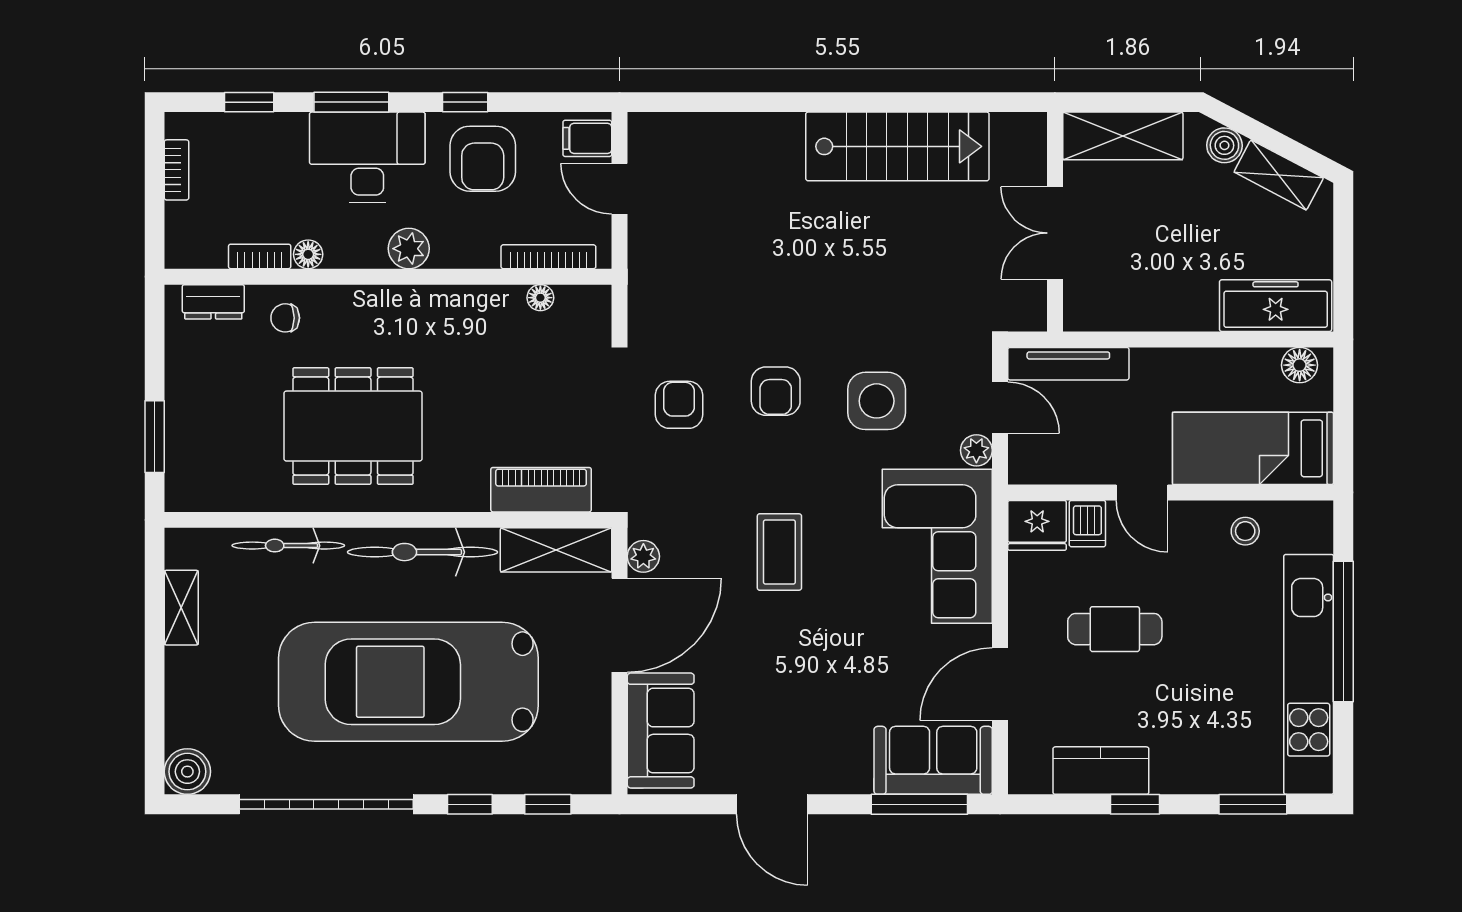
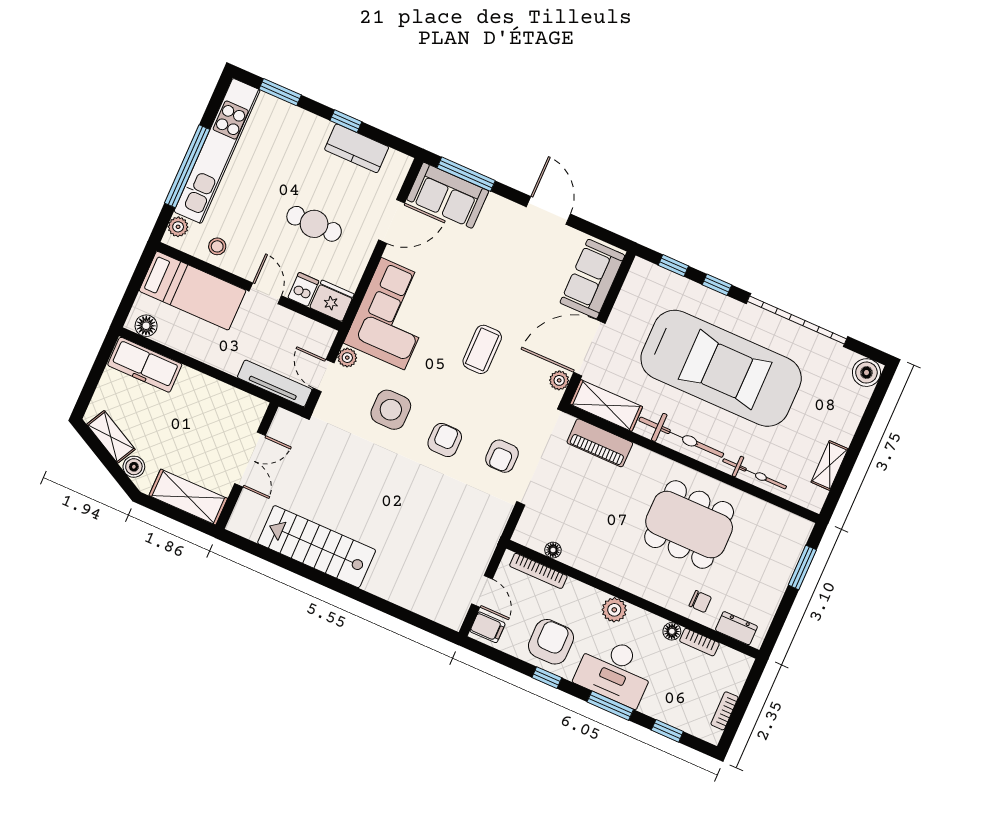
plant: (1317, 535) -> (178, 227), added

